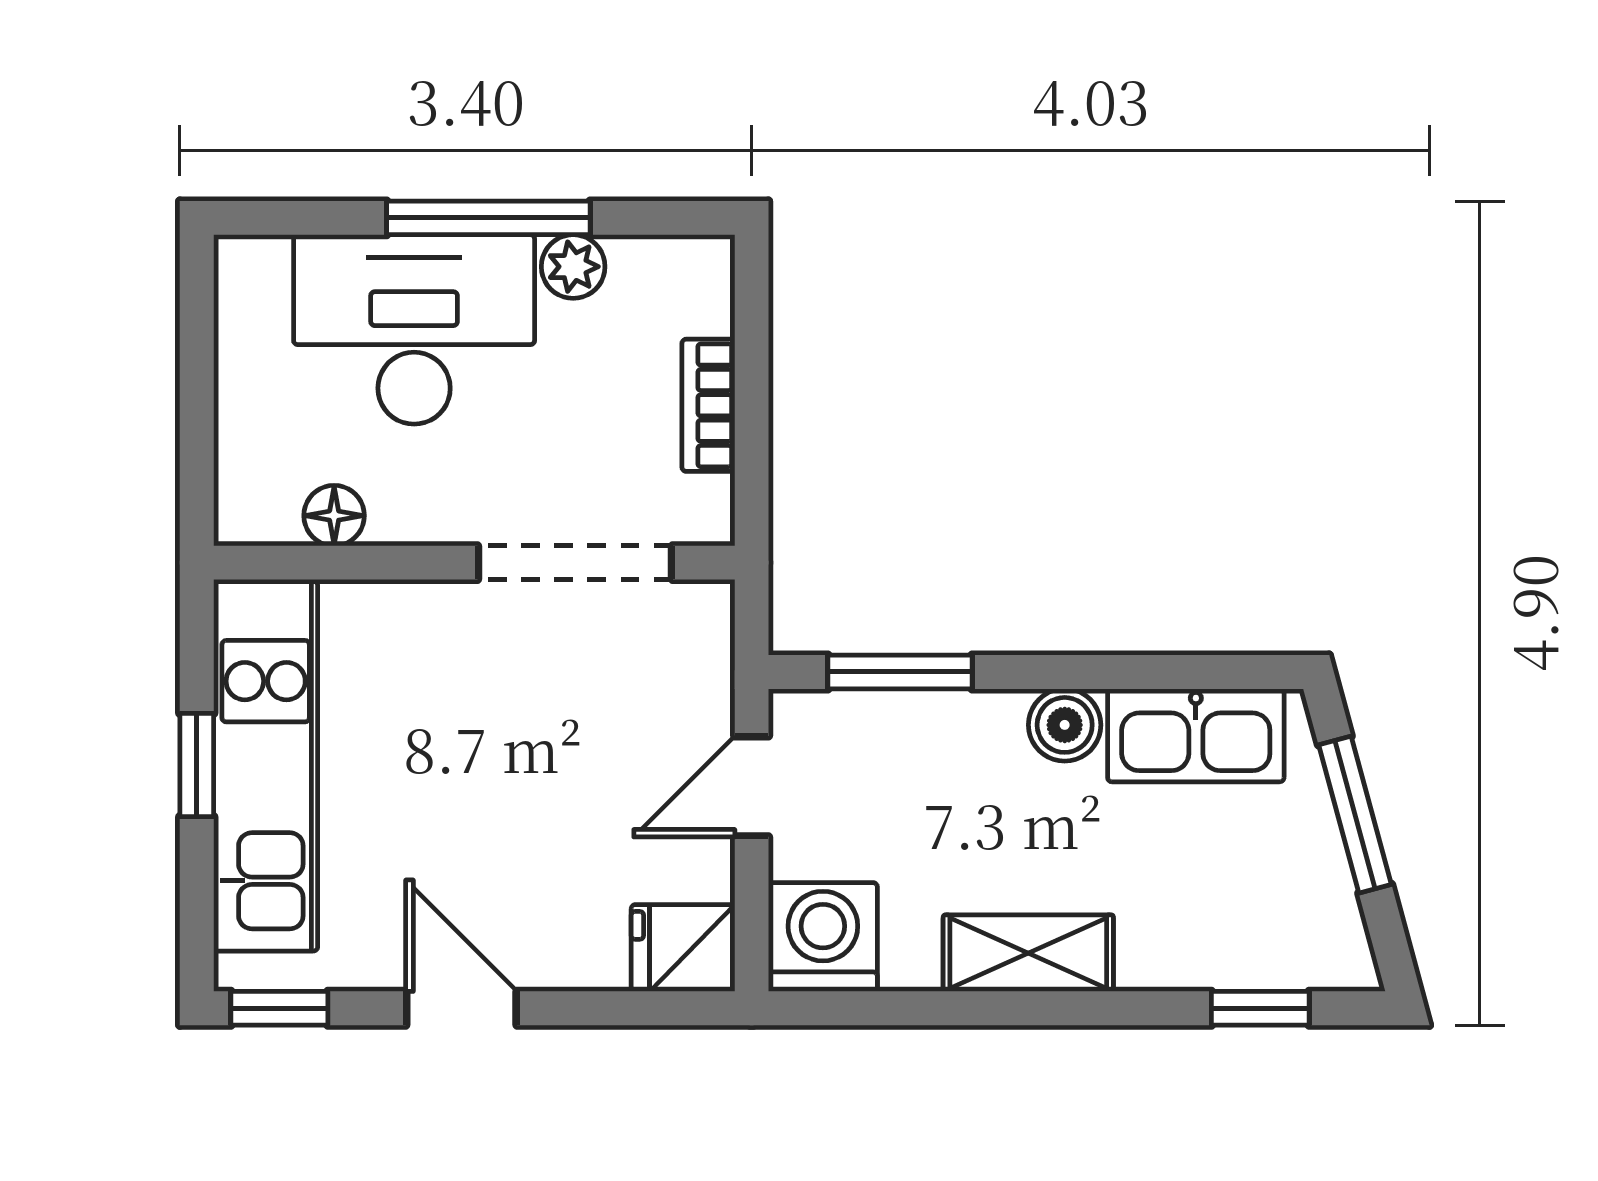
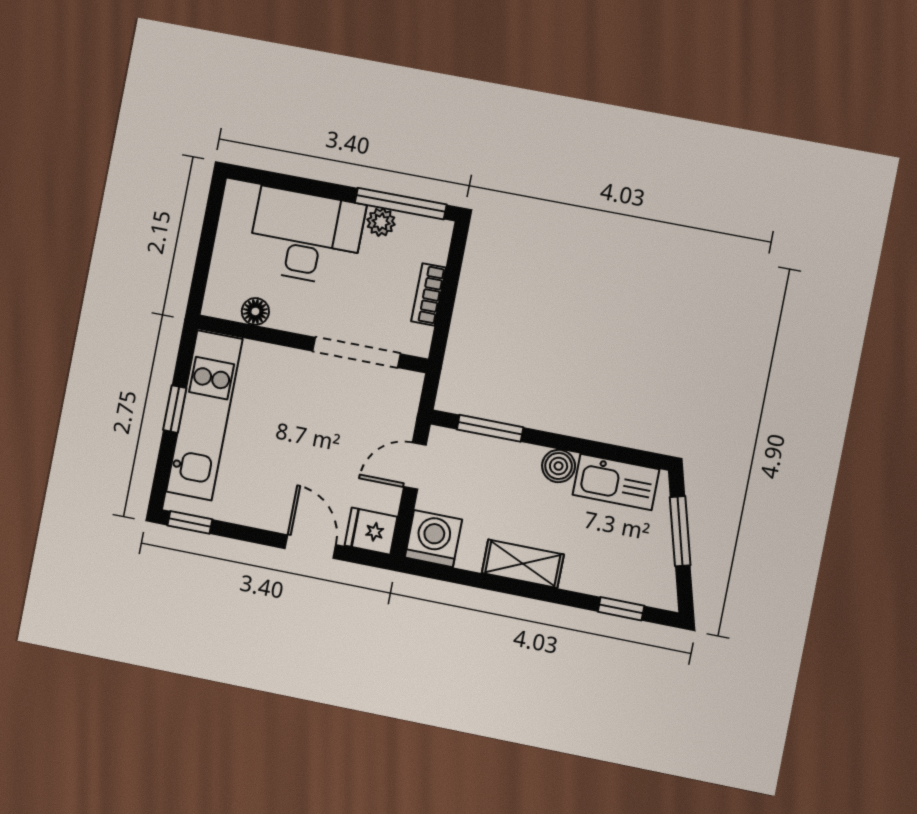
window: (488, 218) -> (401, 204), moved
door: (461, 1008) -> (310, 547), moved

